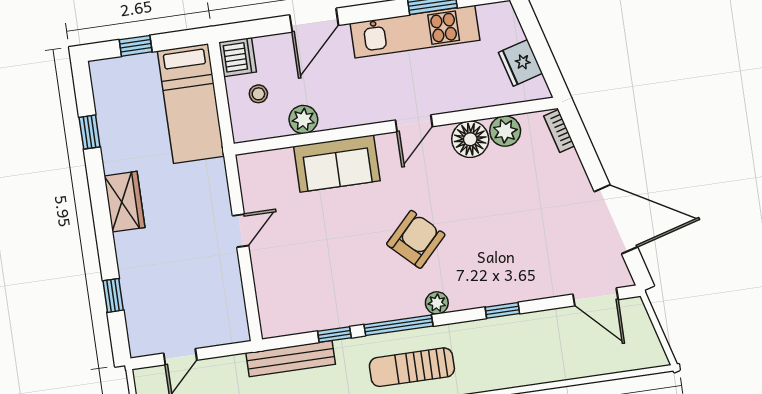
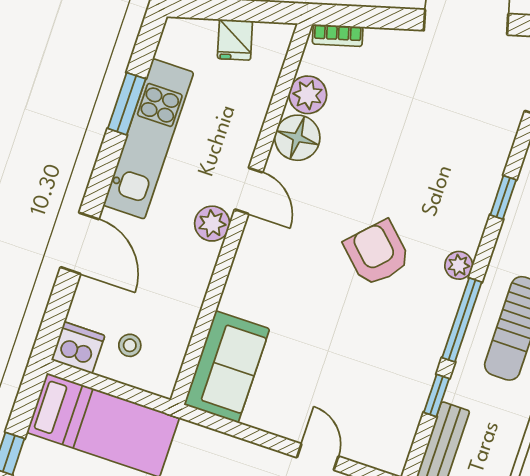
fridge: (520, 63) -> (235, 40), width x0.72
plant: (303, 119) -> (212, 224), moved
sofa: (337, 164) -> (227, 367), moved
door: (241, 231) -> (318, 457), moved

